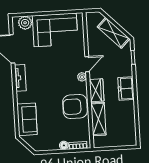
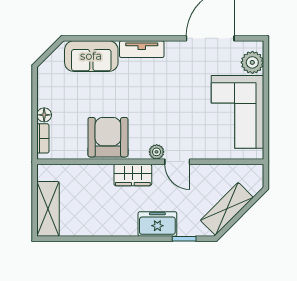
tv unit: (20, 78) -> (142, 49), moved
freezer: (126, 89) -> (157, 224), moved
shelving: (98, 119) -> (48, 209), moved, turned 90

